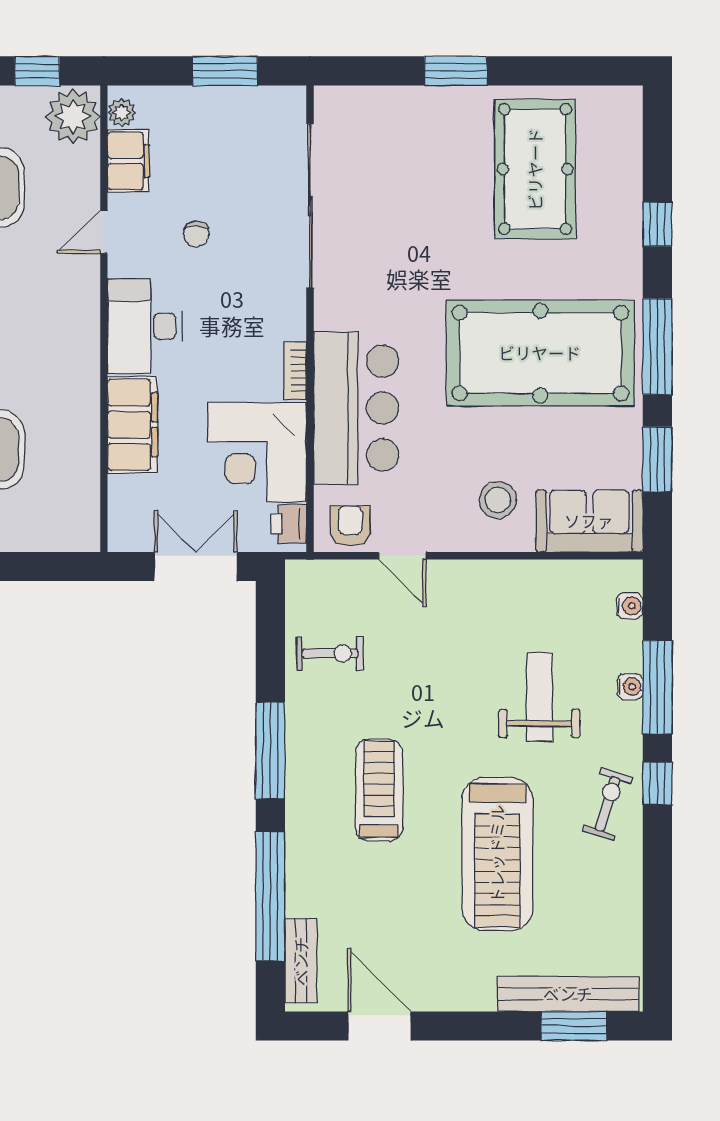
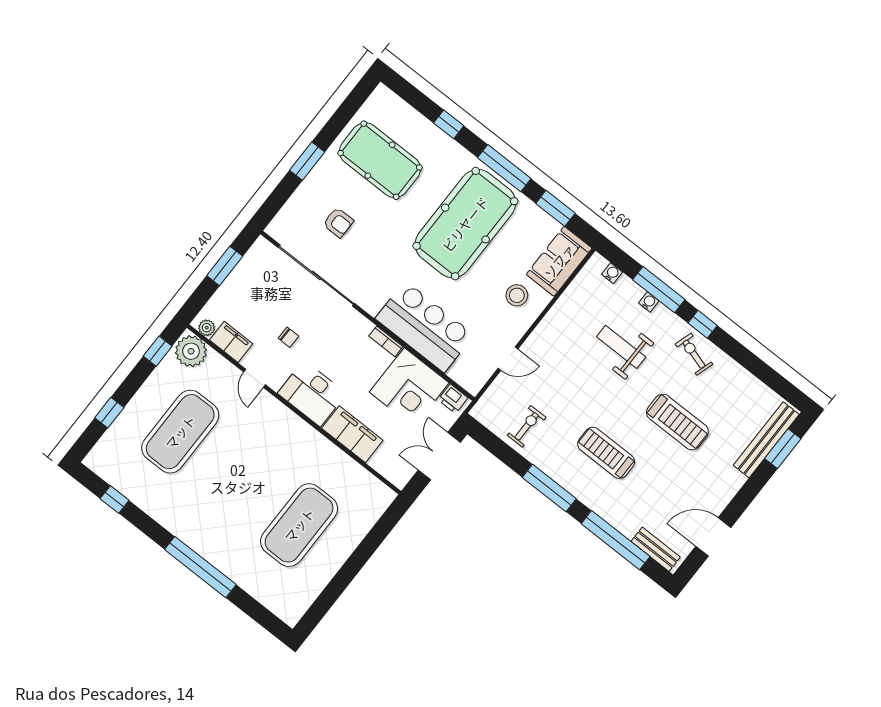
armchair: (350, 526) -> (338, 222), moved, turned 180
treadmill: (497, 854) -> (677, 422), width x0.73, depth x0.73

